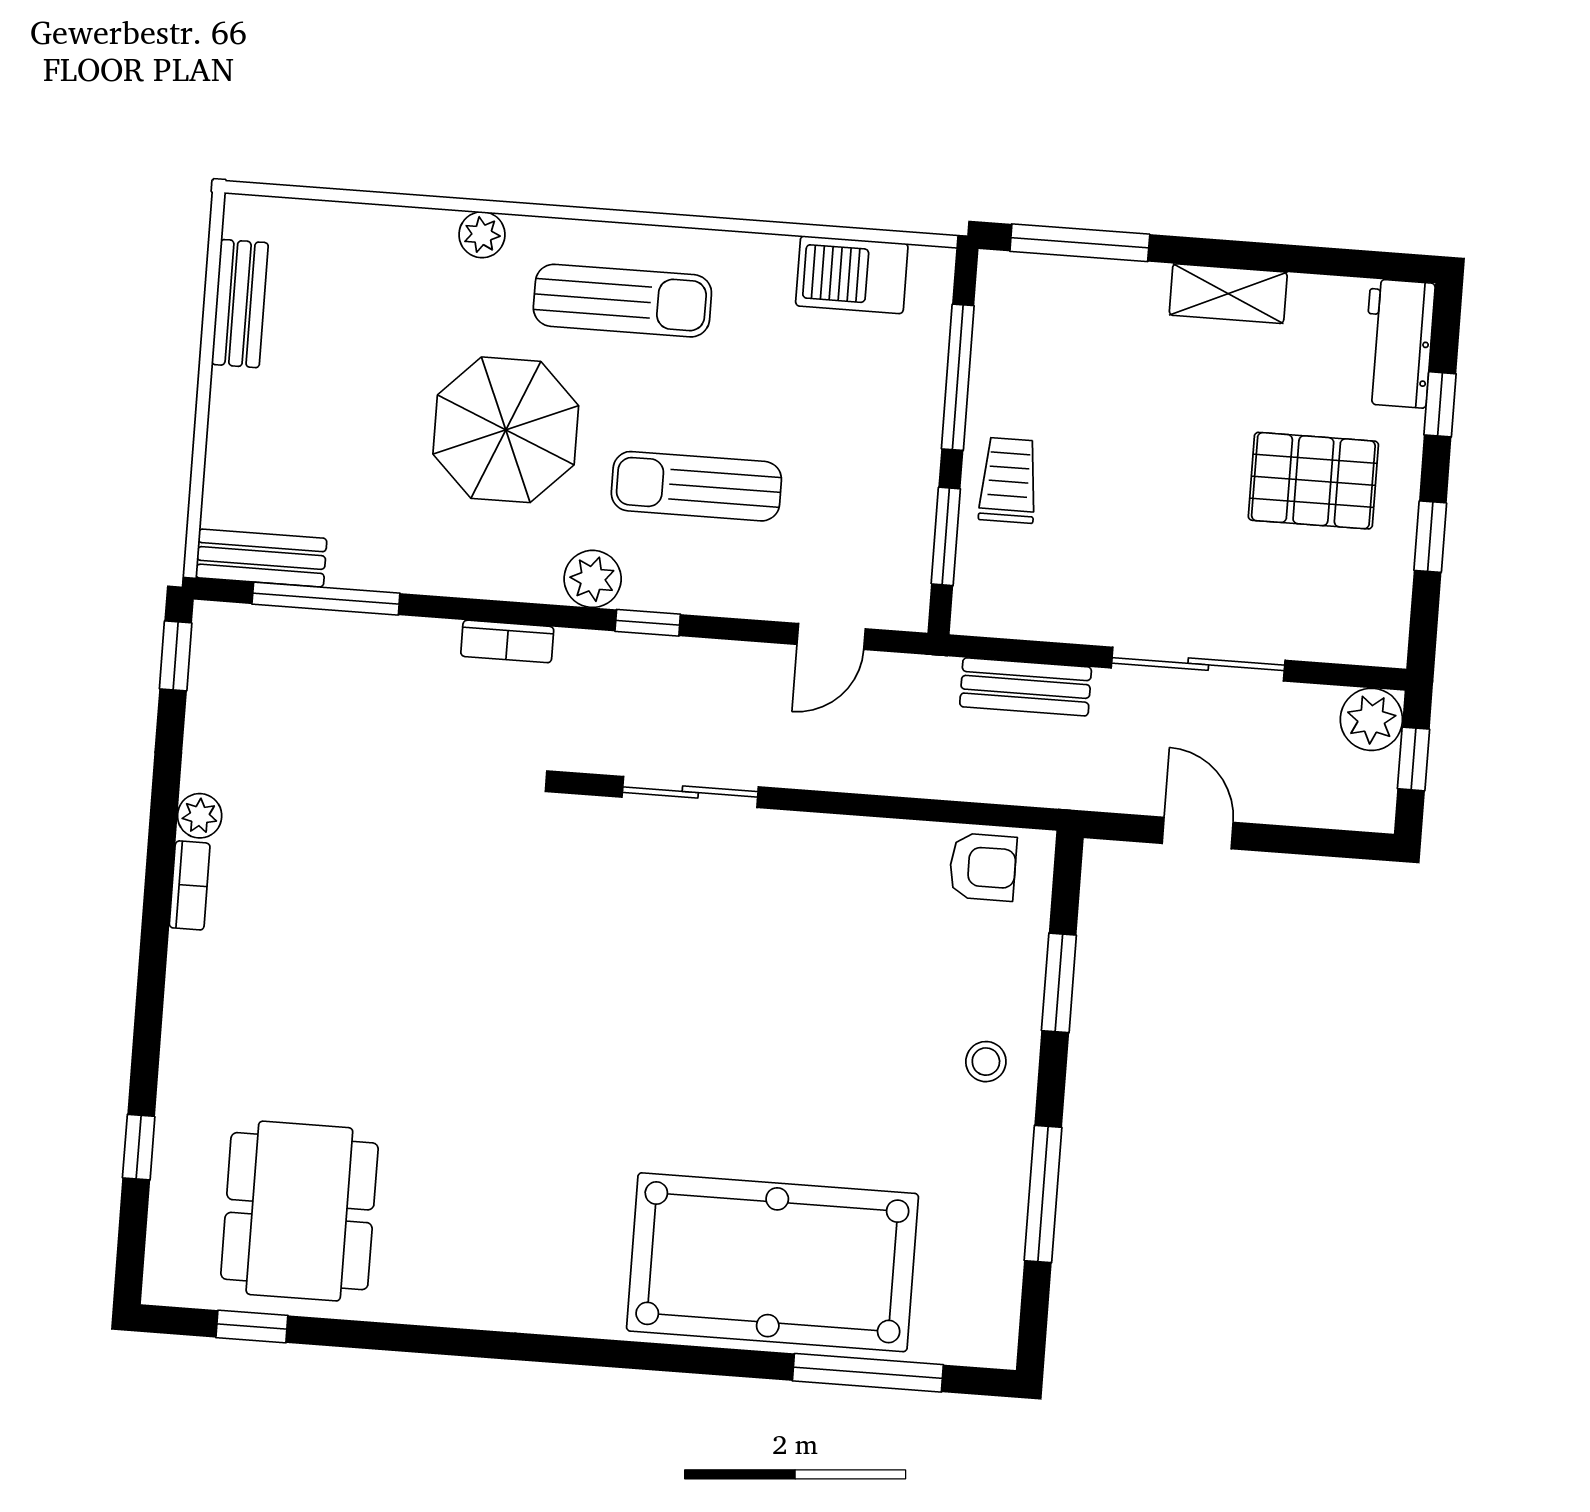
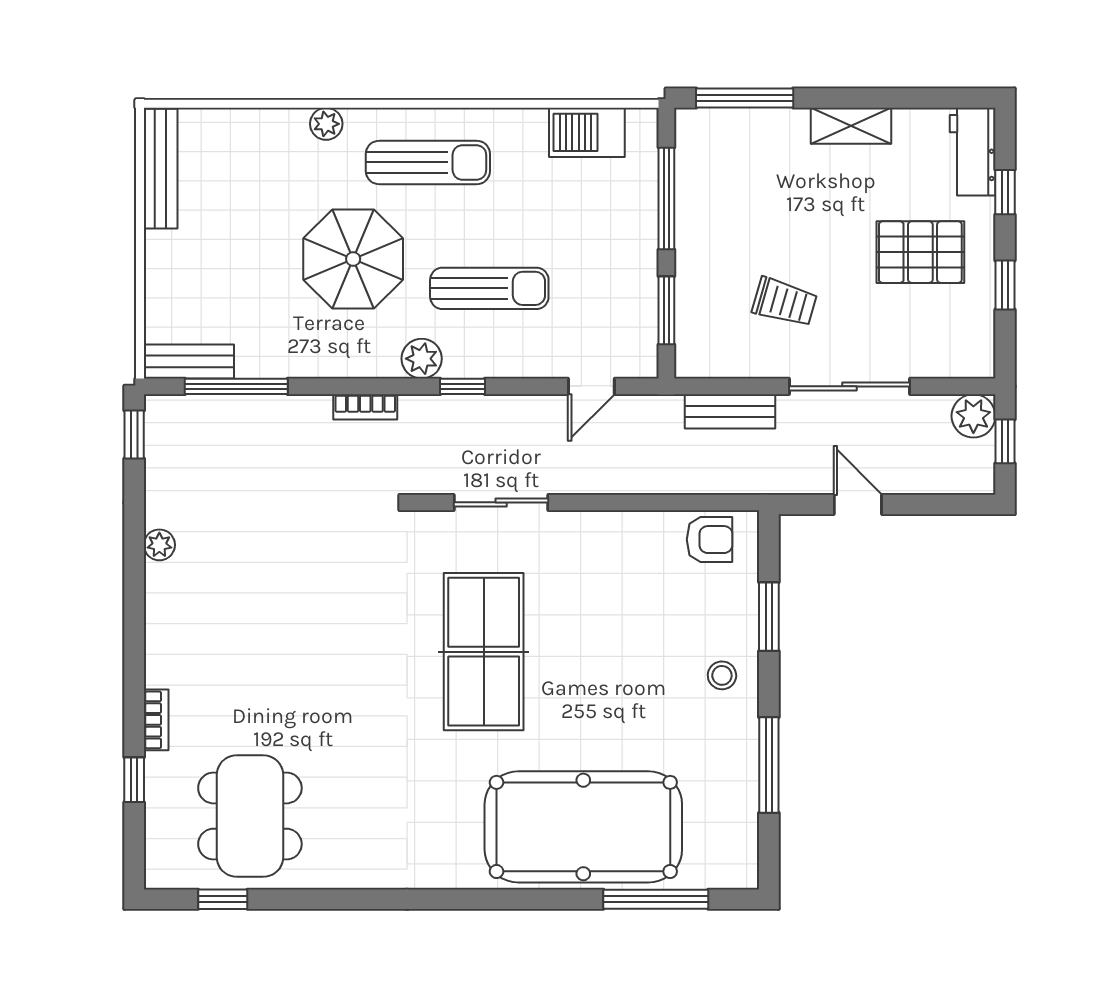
bench: (240, 304) -> (161, 169), width x1.36
trolley: (1008, 480) -> (785, 302), moved, turned 106
sun lounger: (696, 486) -> (489, 288), turned 180
bookcase: (190, 885) -> (156, 720), moved
table tennis table: (649, 1002) -> (484, 652), added

